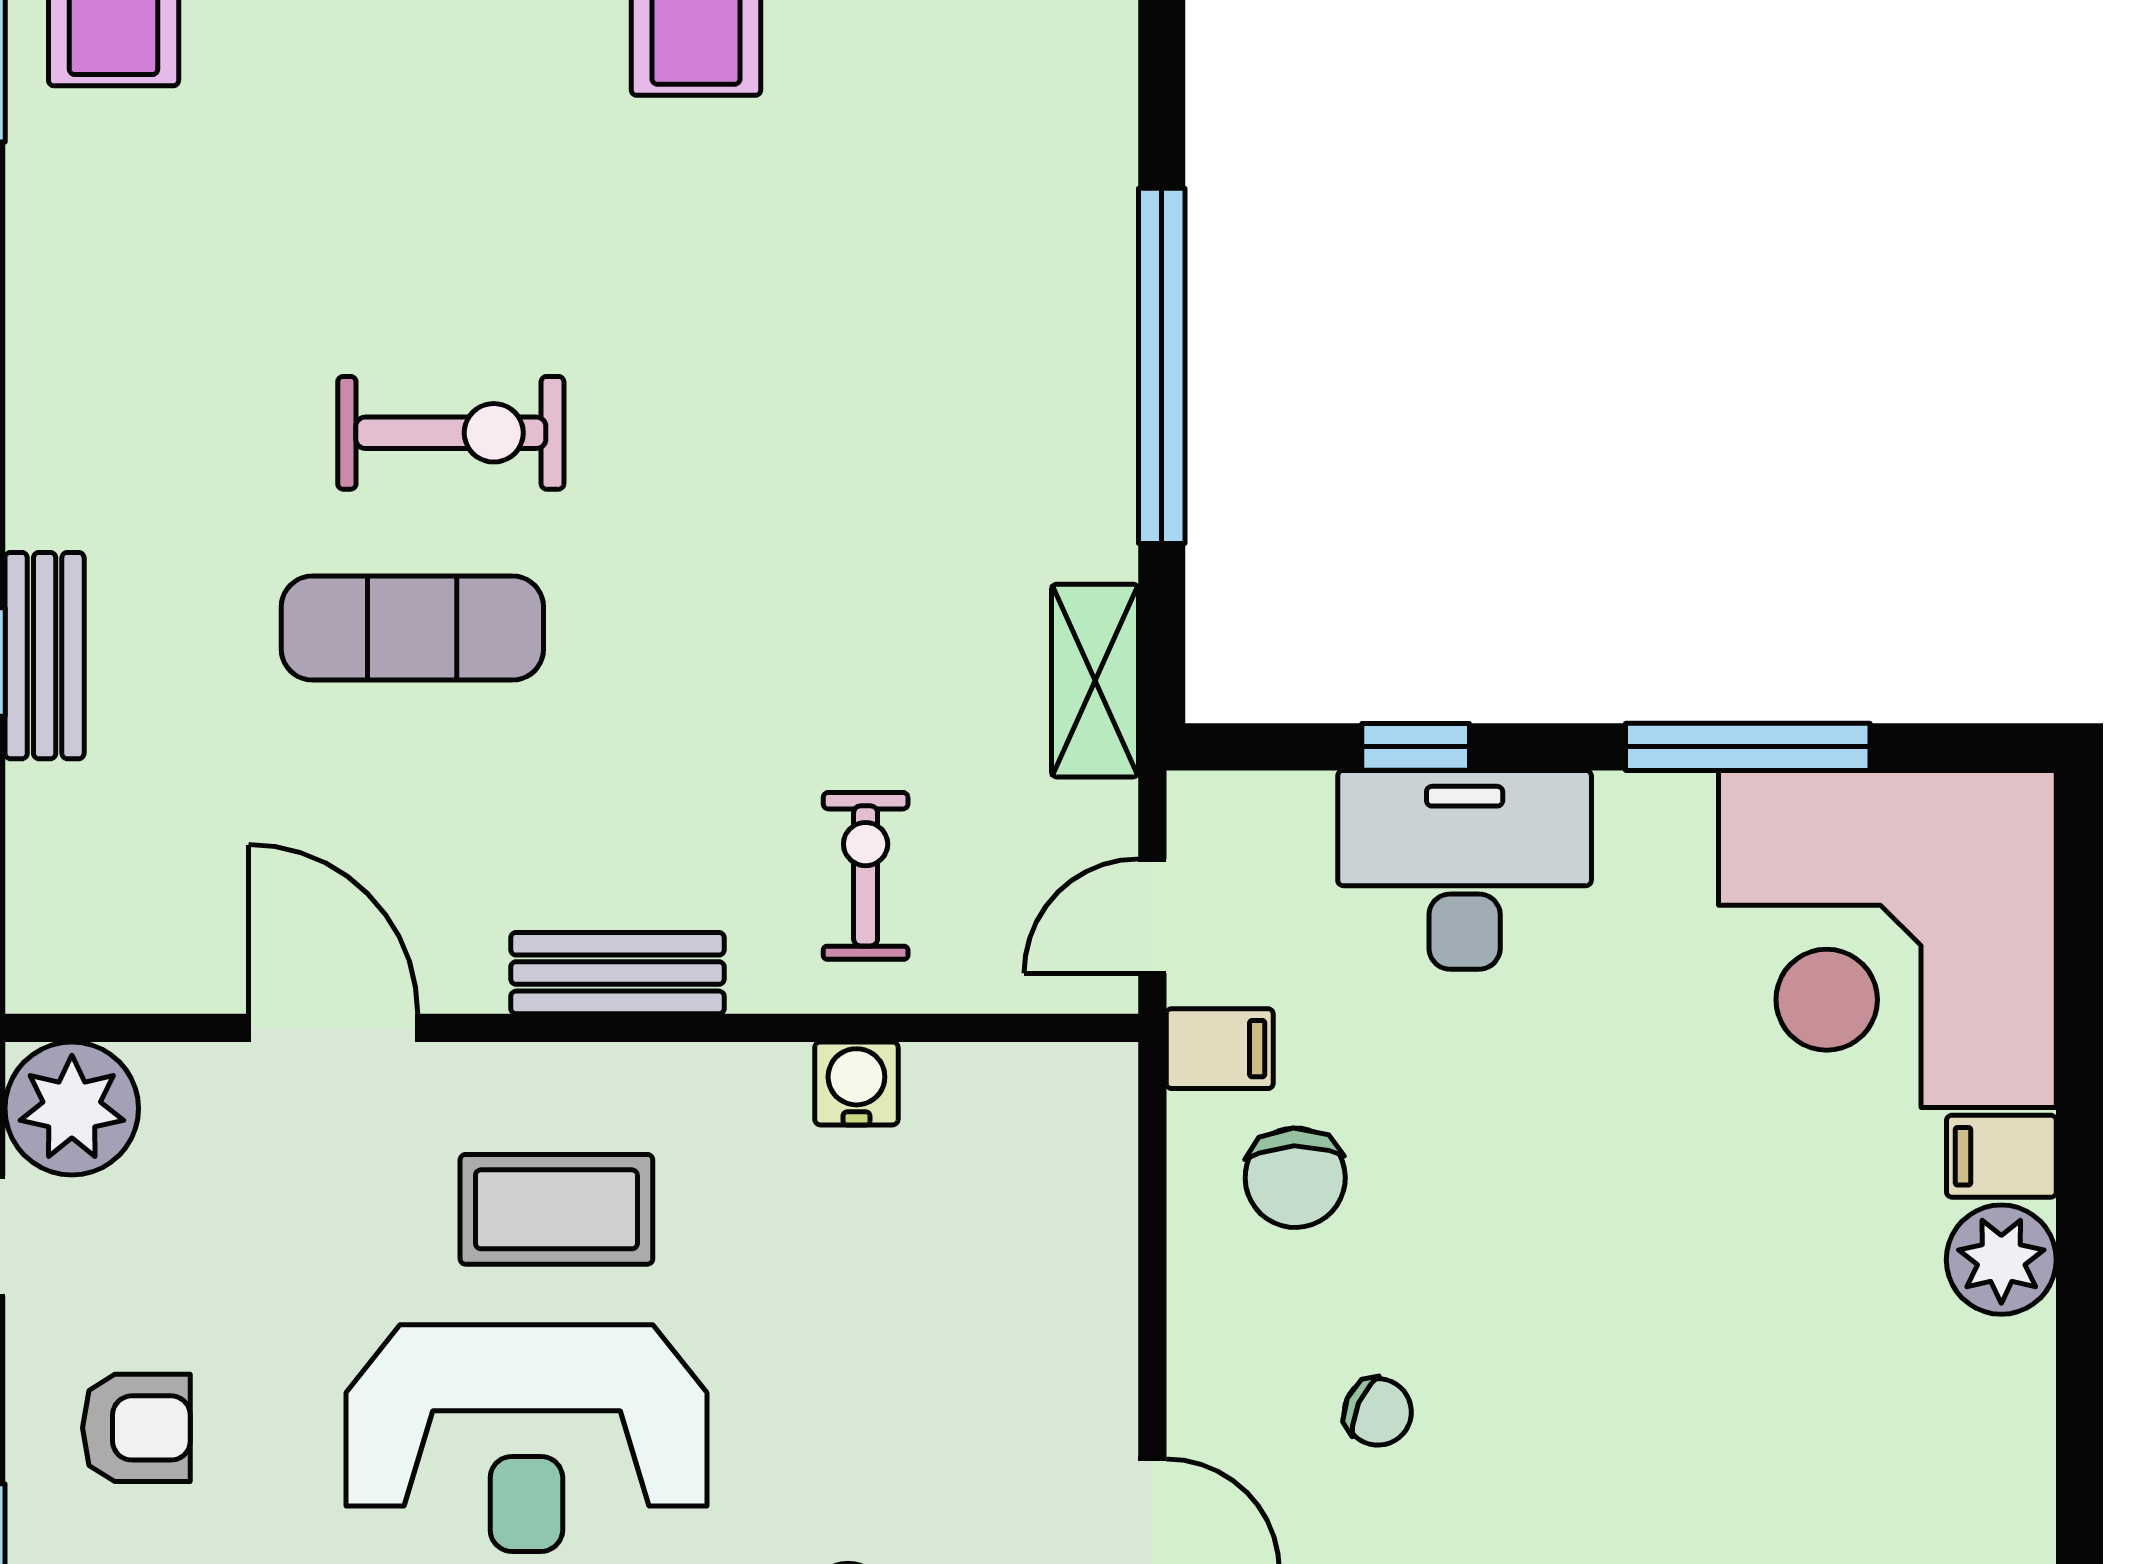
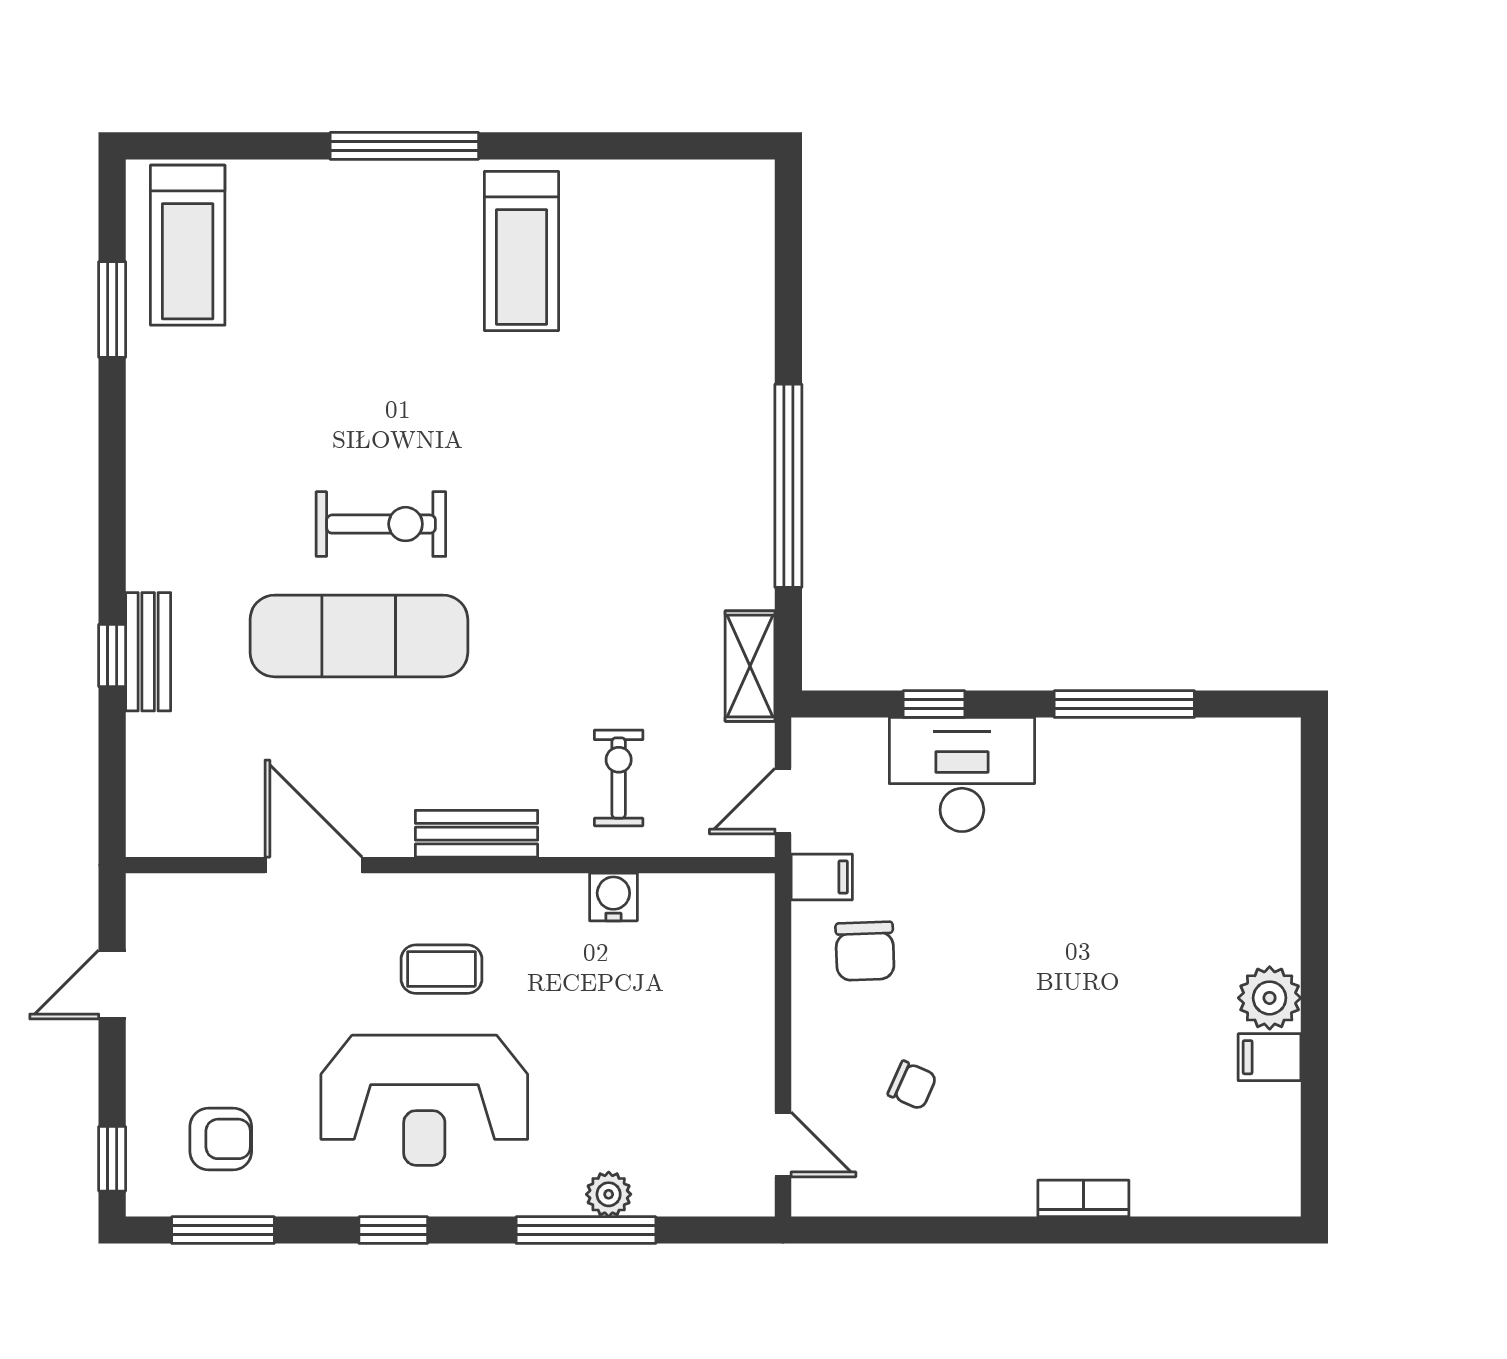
exercise mat: (412, 628) -> (359, 636), width x1.36, depth x1.45
corner desk: (1887, 939) -> (1204, 814), removed
plant: (72, 1109) -> (164, 911), removed
filing cabinet: (2001, 1156) -> (1270, 1057), moved
coffee table: (556, 1209) -> (441, 969), width x0.73, depth x0.77
armchair: (136, 1428) -> (221, 1139), moved

